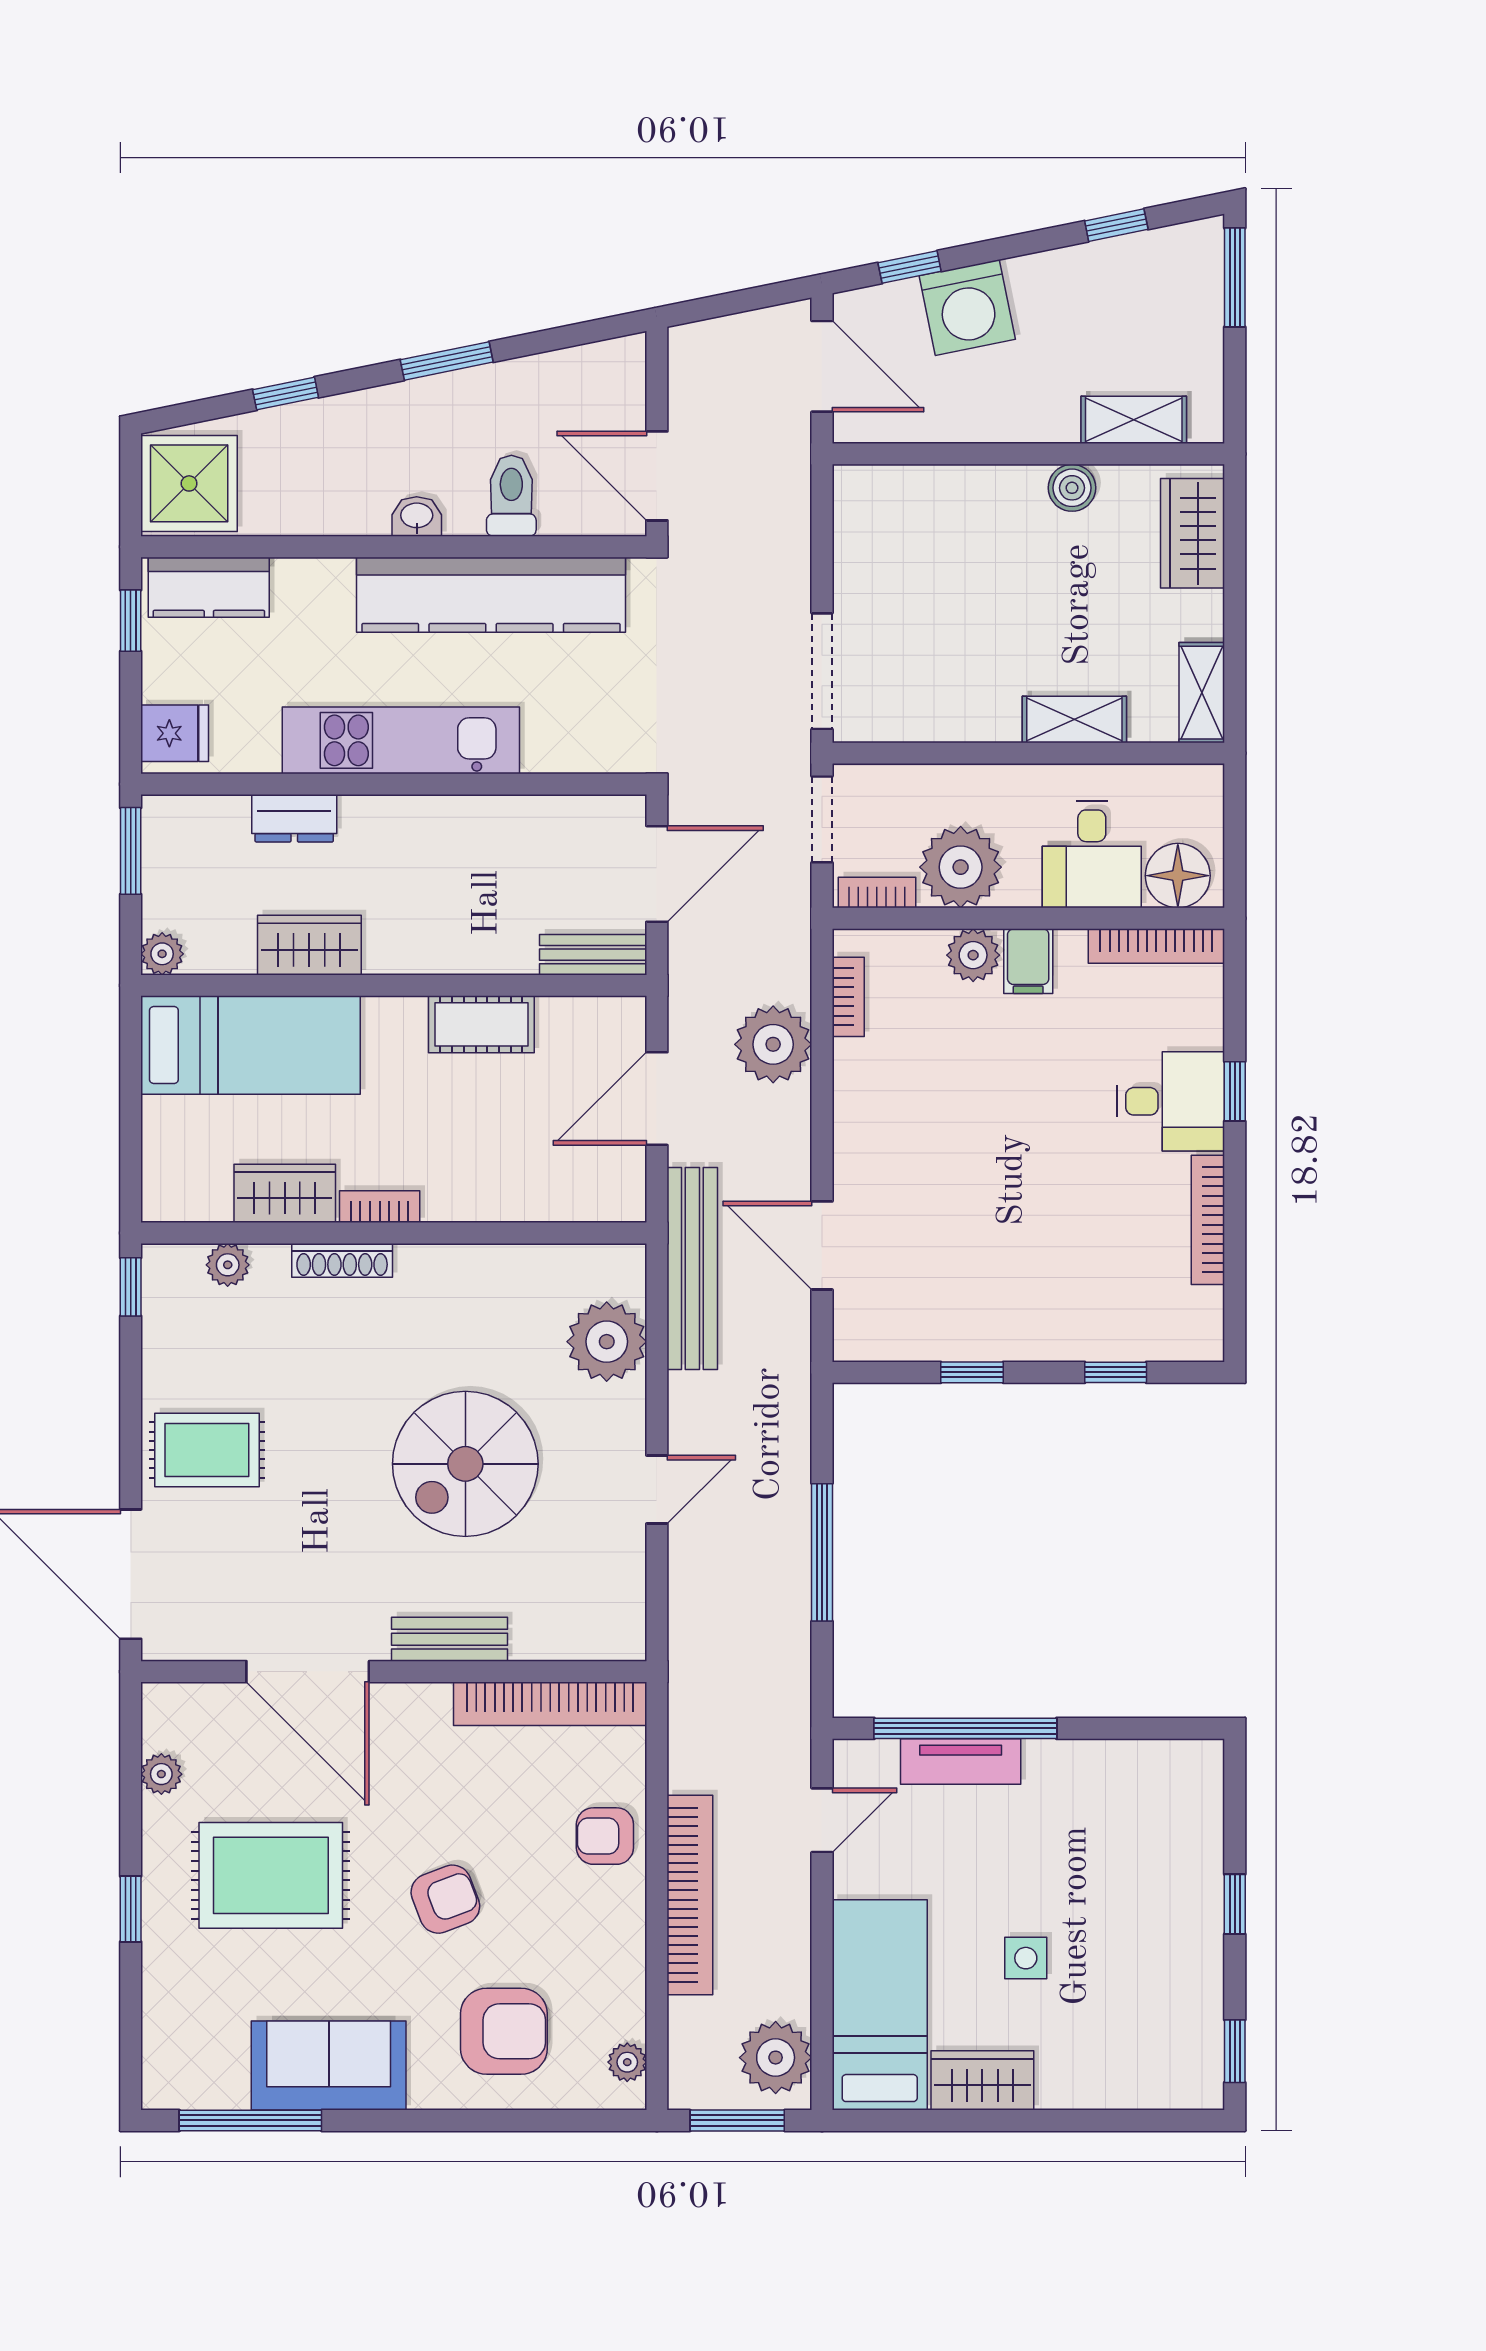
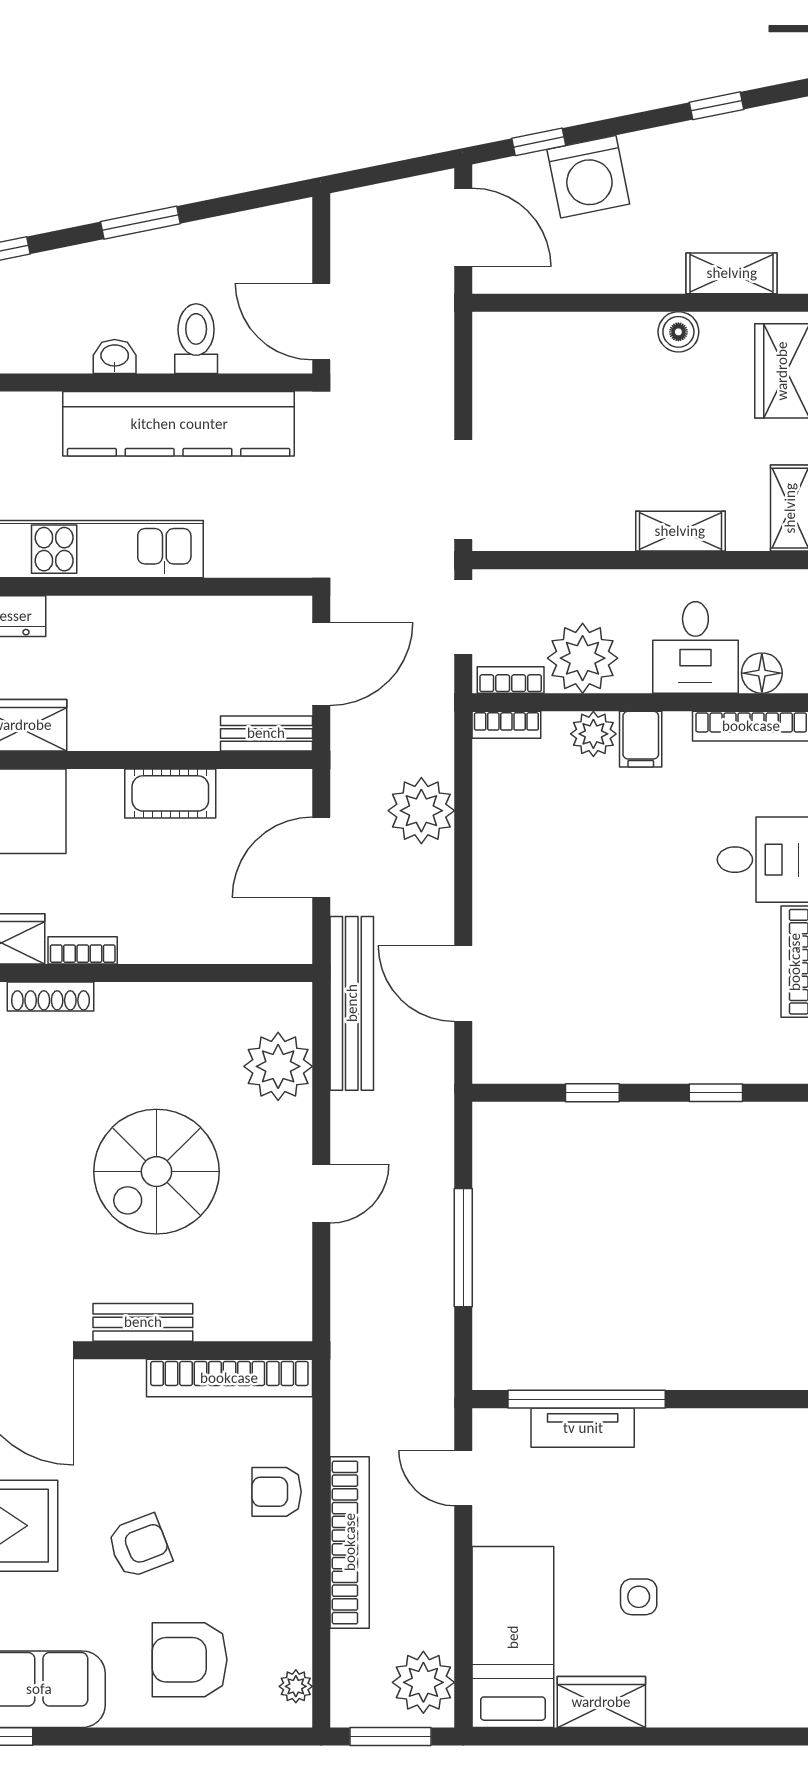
floor lamp: (1178, 876) -> (762, 673), width x0.73, depth x0.73
bookcase: (848, 997) -> (506, 725), moved, turned 90
door: (822, 1820) -> (463, 1478), swing flipped
armchair: (504, 2031) -> (190, 1660), turned 180

